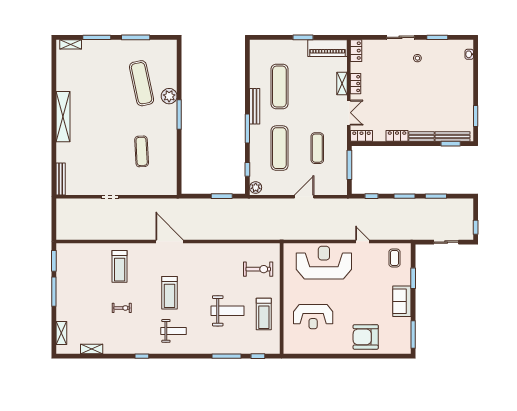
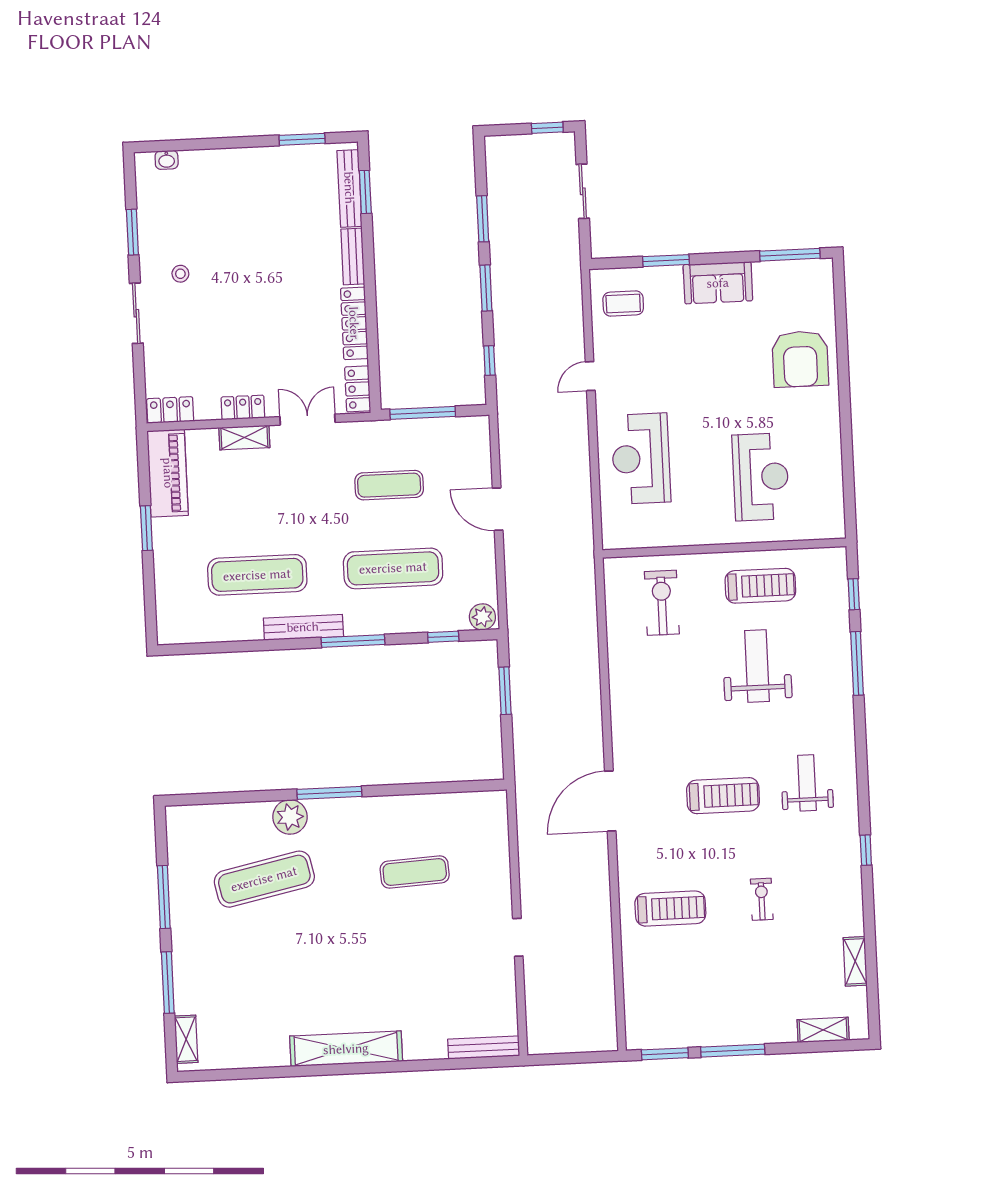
locker: (397, 136) -> (354, 323), width x1.53
reception desk: (324, 263) -> (641, 459), width x0.74, depth x0.77

